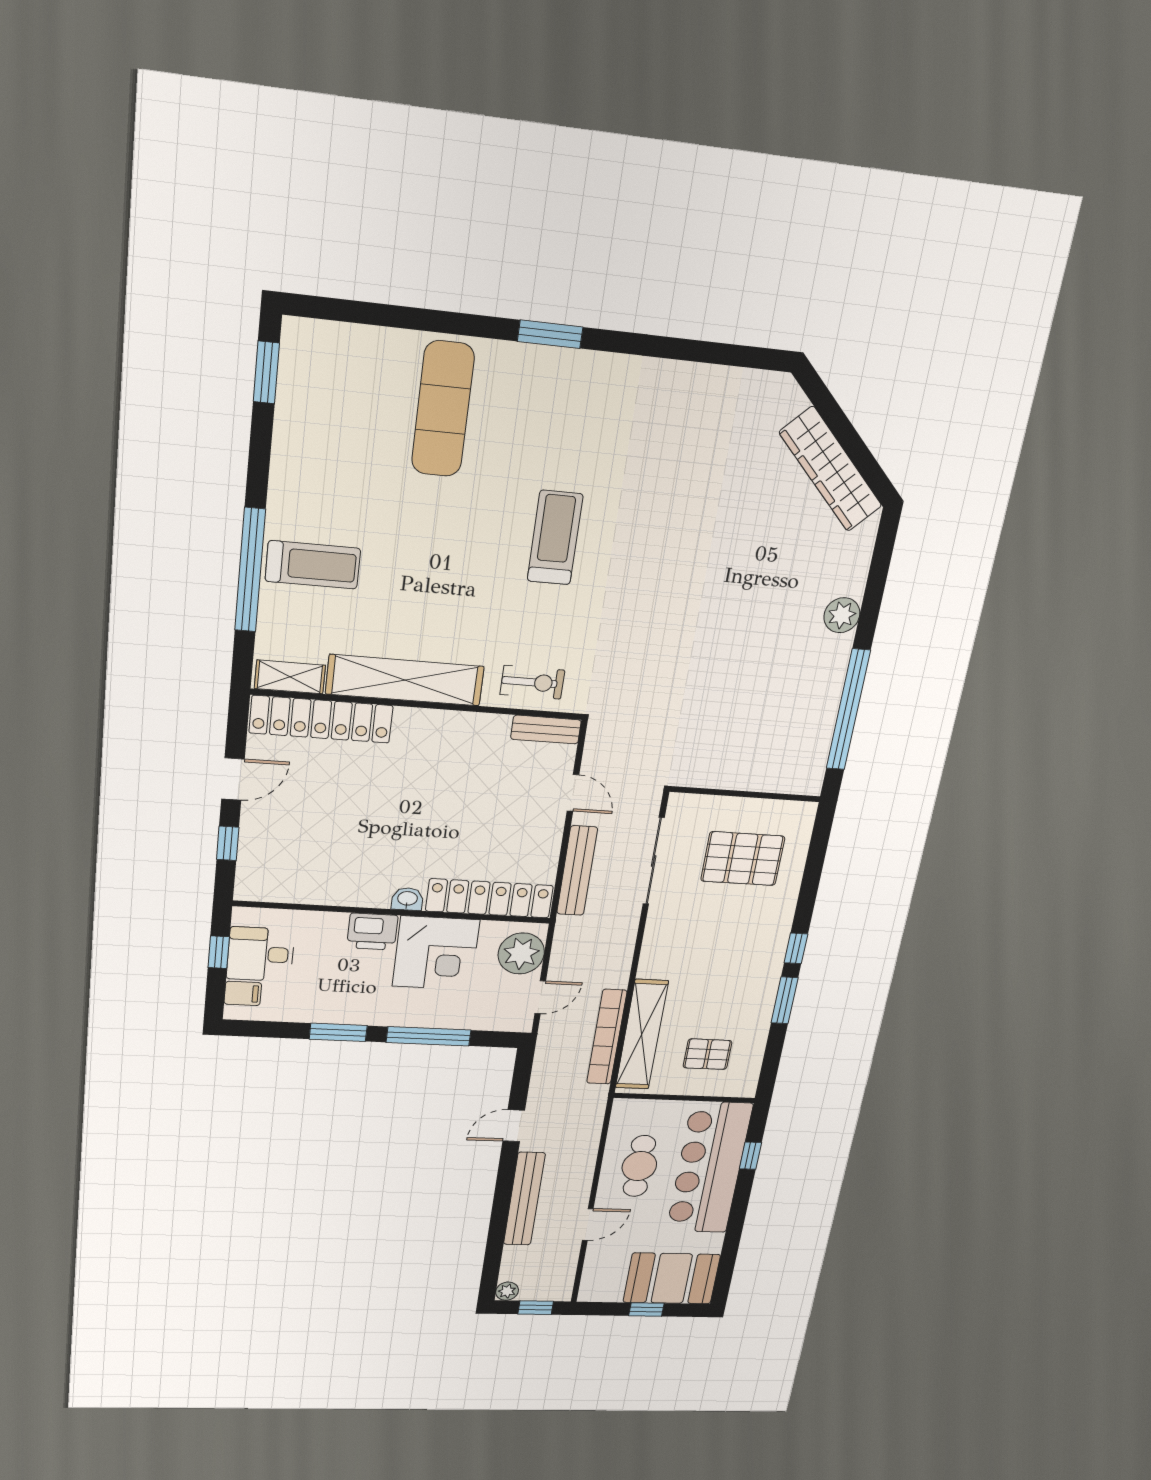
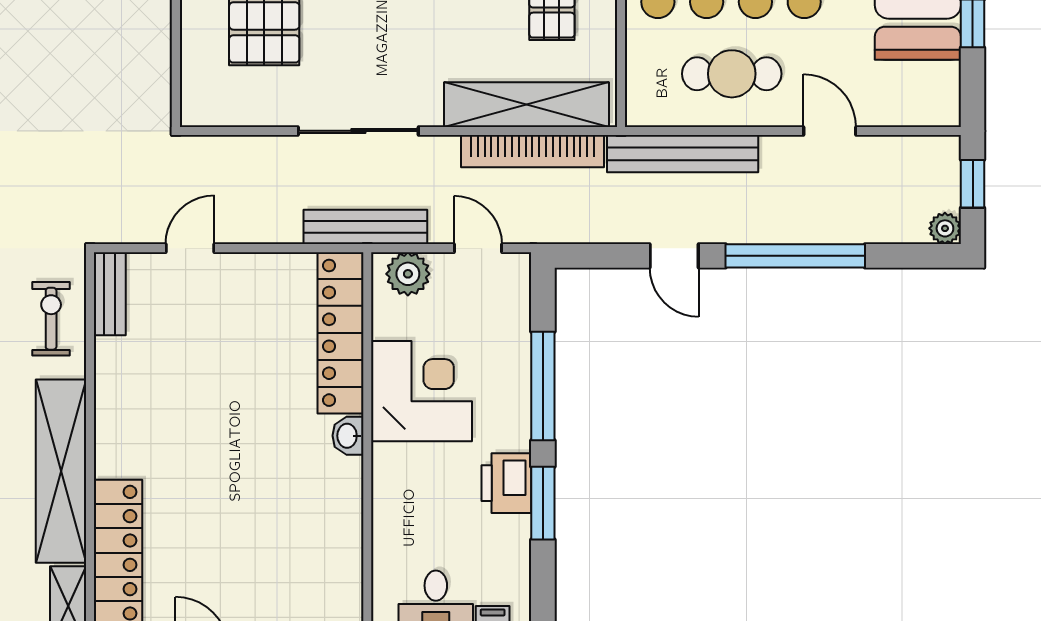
sliding door: (654, 861) -> (358, 131), moved
bench: (577, 871) -> (365, 227), moved
printer: (372, 932) -> (506, 483), moved, turned 180
plant: (521, 953) -> (408, 274), width x0.73, depth x0.73
bench: (524, 1199) -> (683, 154), moved
window: (502, 1201) -> (795, 256), added

